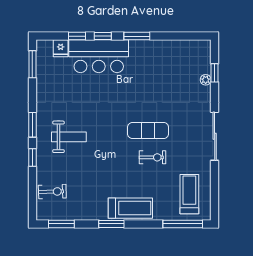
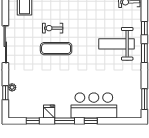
window: (77, 36) -> (33, 121), moved
fridge: (61, 48) -> (49, 111), moved
weight bench: (69, 137) -> (117, 44), width x1.36, depth x1.33

